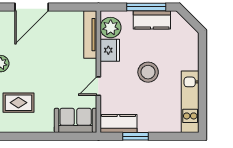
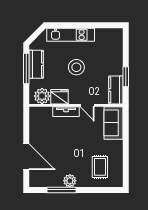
tv unit: (90, 35) -> (66, 112), moved, width x0.71
kitchen unit: (190, 102) -> (71, 35), moved

